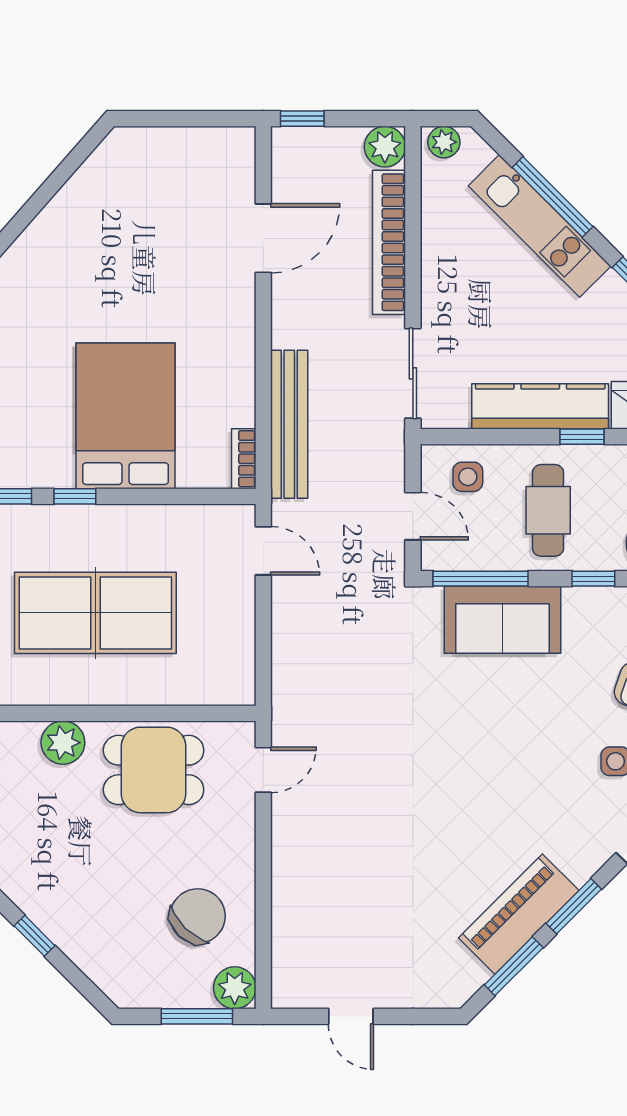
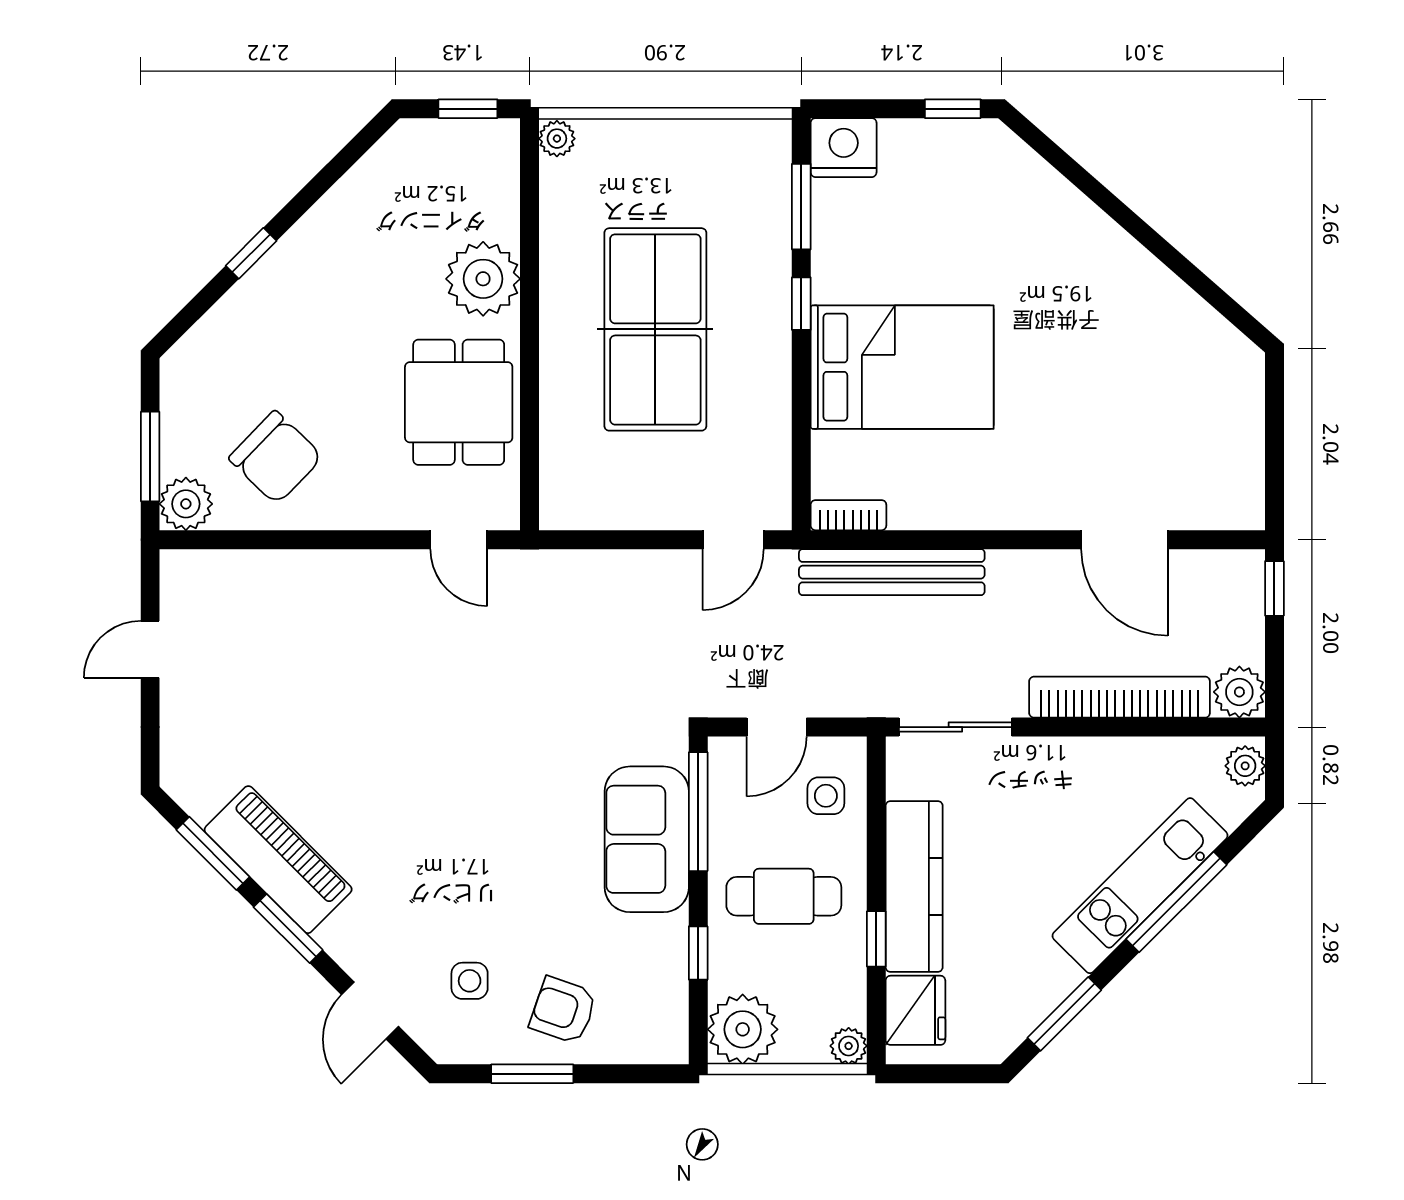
plant: (63, 743) -> (483, 279), width x1.36, depth x1.36

